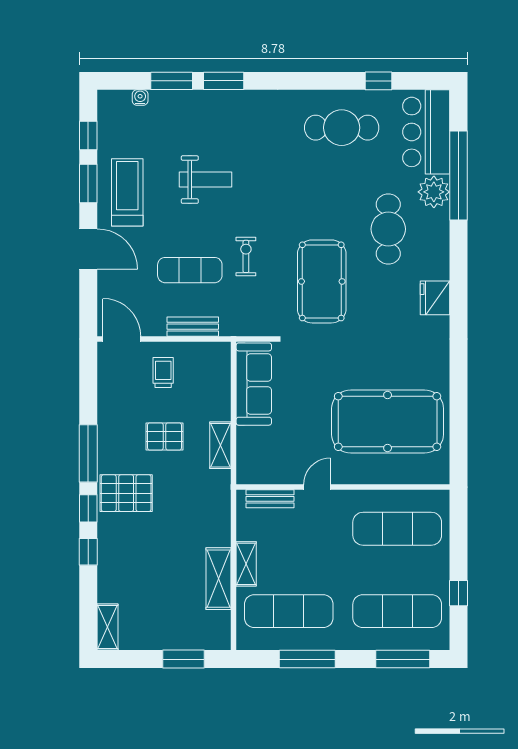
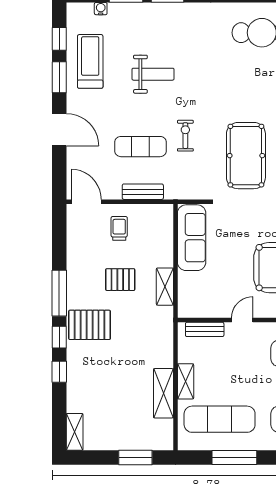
treadmill: (127, 192) -> (90, 61), moved

